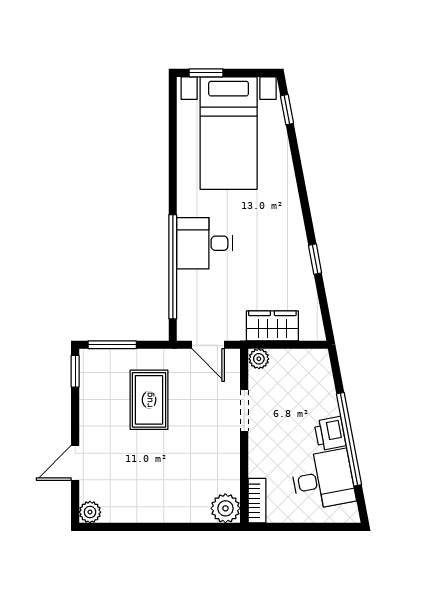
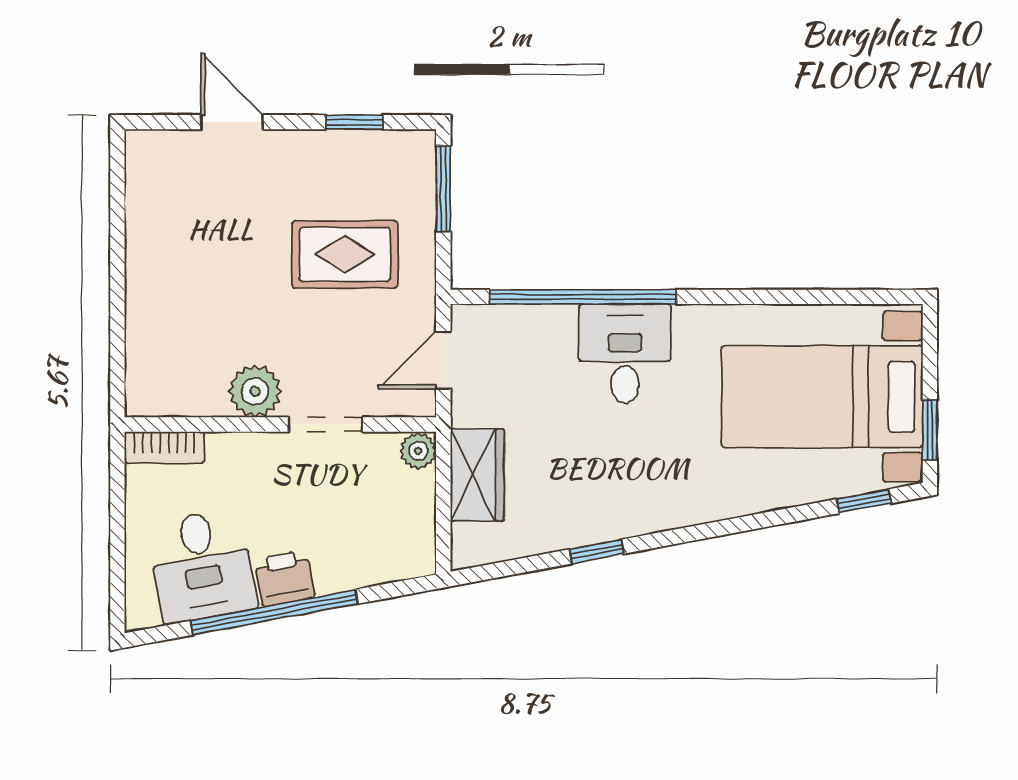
window: (206, 73) -> (930, 430), moved
window: (75, 371) -> (354, 122), moved
plant: (225, 508) -> (255, 391), moved
plant: (90, 512) -> (144, 149), removed

